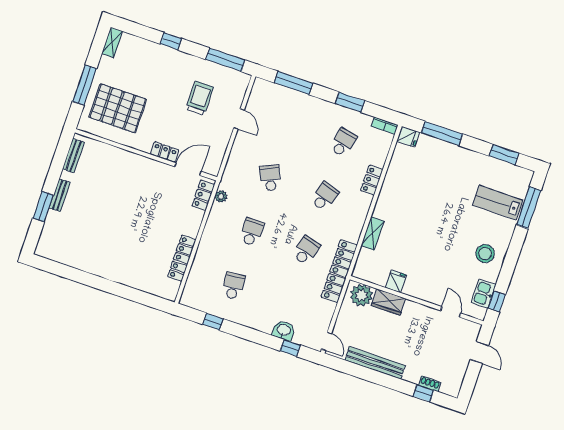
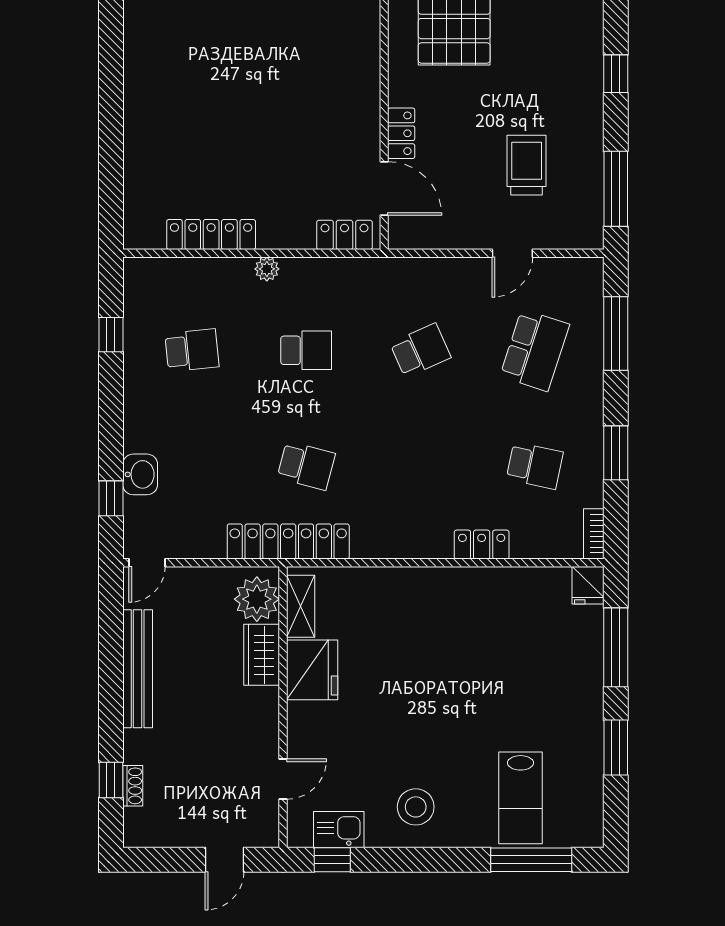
trolley: (200, 98) -> (527, 165), turned -90
window: (504, 155) -> (616, 748), moved
plant: (221, 196) -> (267, 269), moved
school desk: (325, 196) -> (535, 350), moved, width x1.85
lab bench: (498, 203) -> (520, 798), turned 180
shelving: (373, 233) -> (301, 606), moved, turned 90
fridge: (396, 281) -> (312, 670), width x1.88, depth x1.34

